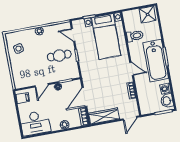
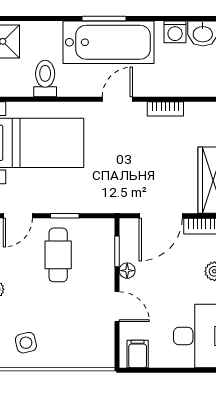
door: (84, 97) -> (161, 216), hinge flipped

